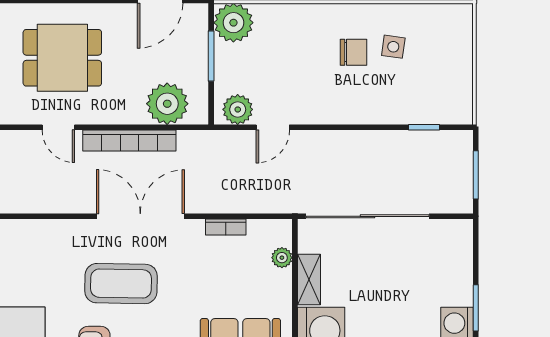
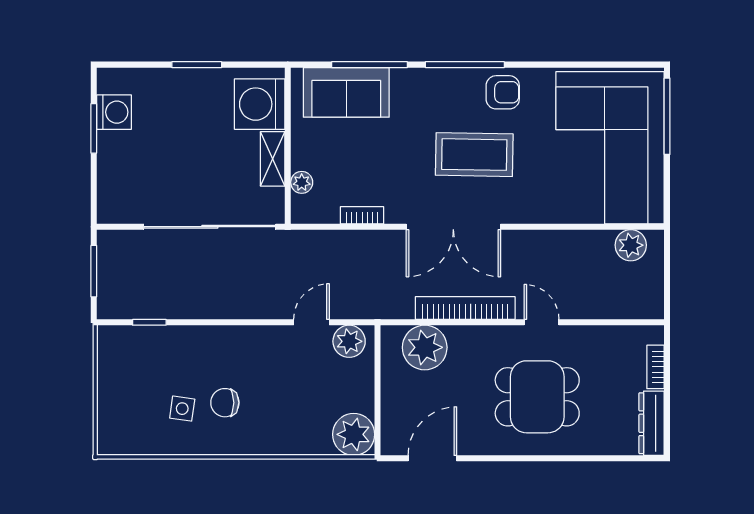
window: (211, 56) -> (378, 399), removed

